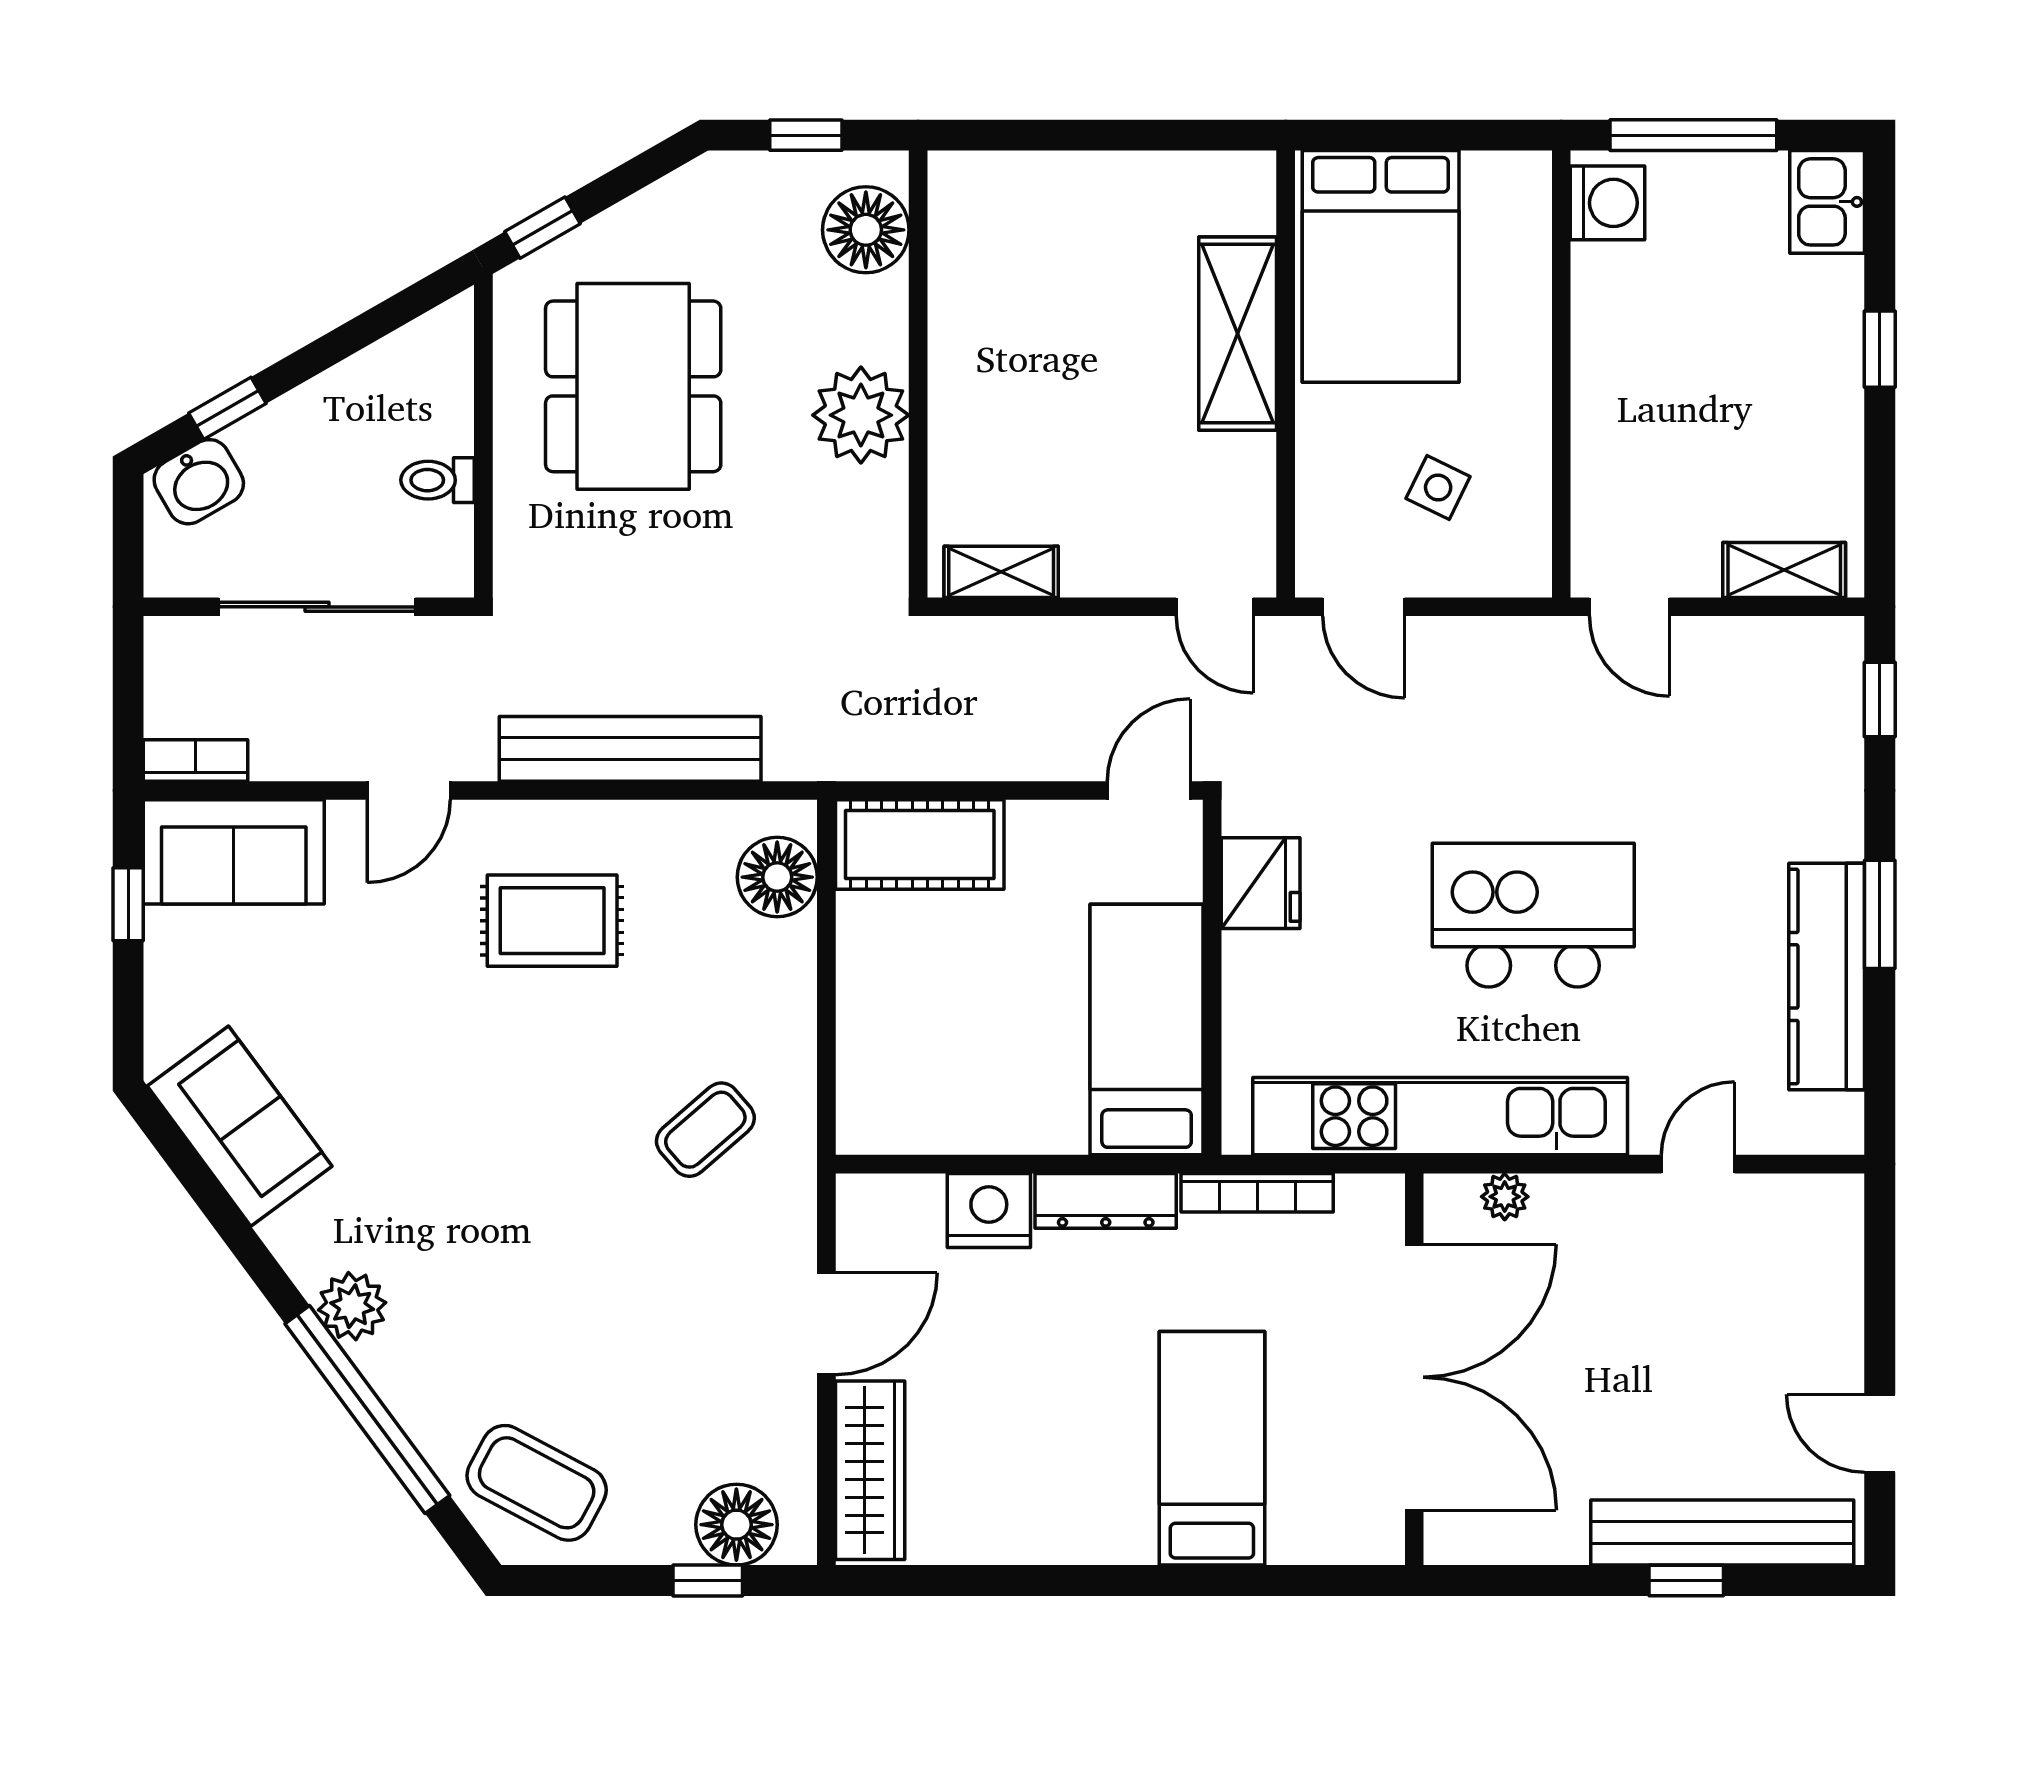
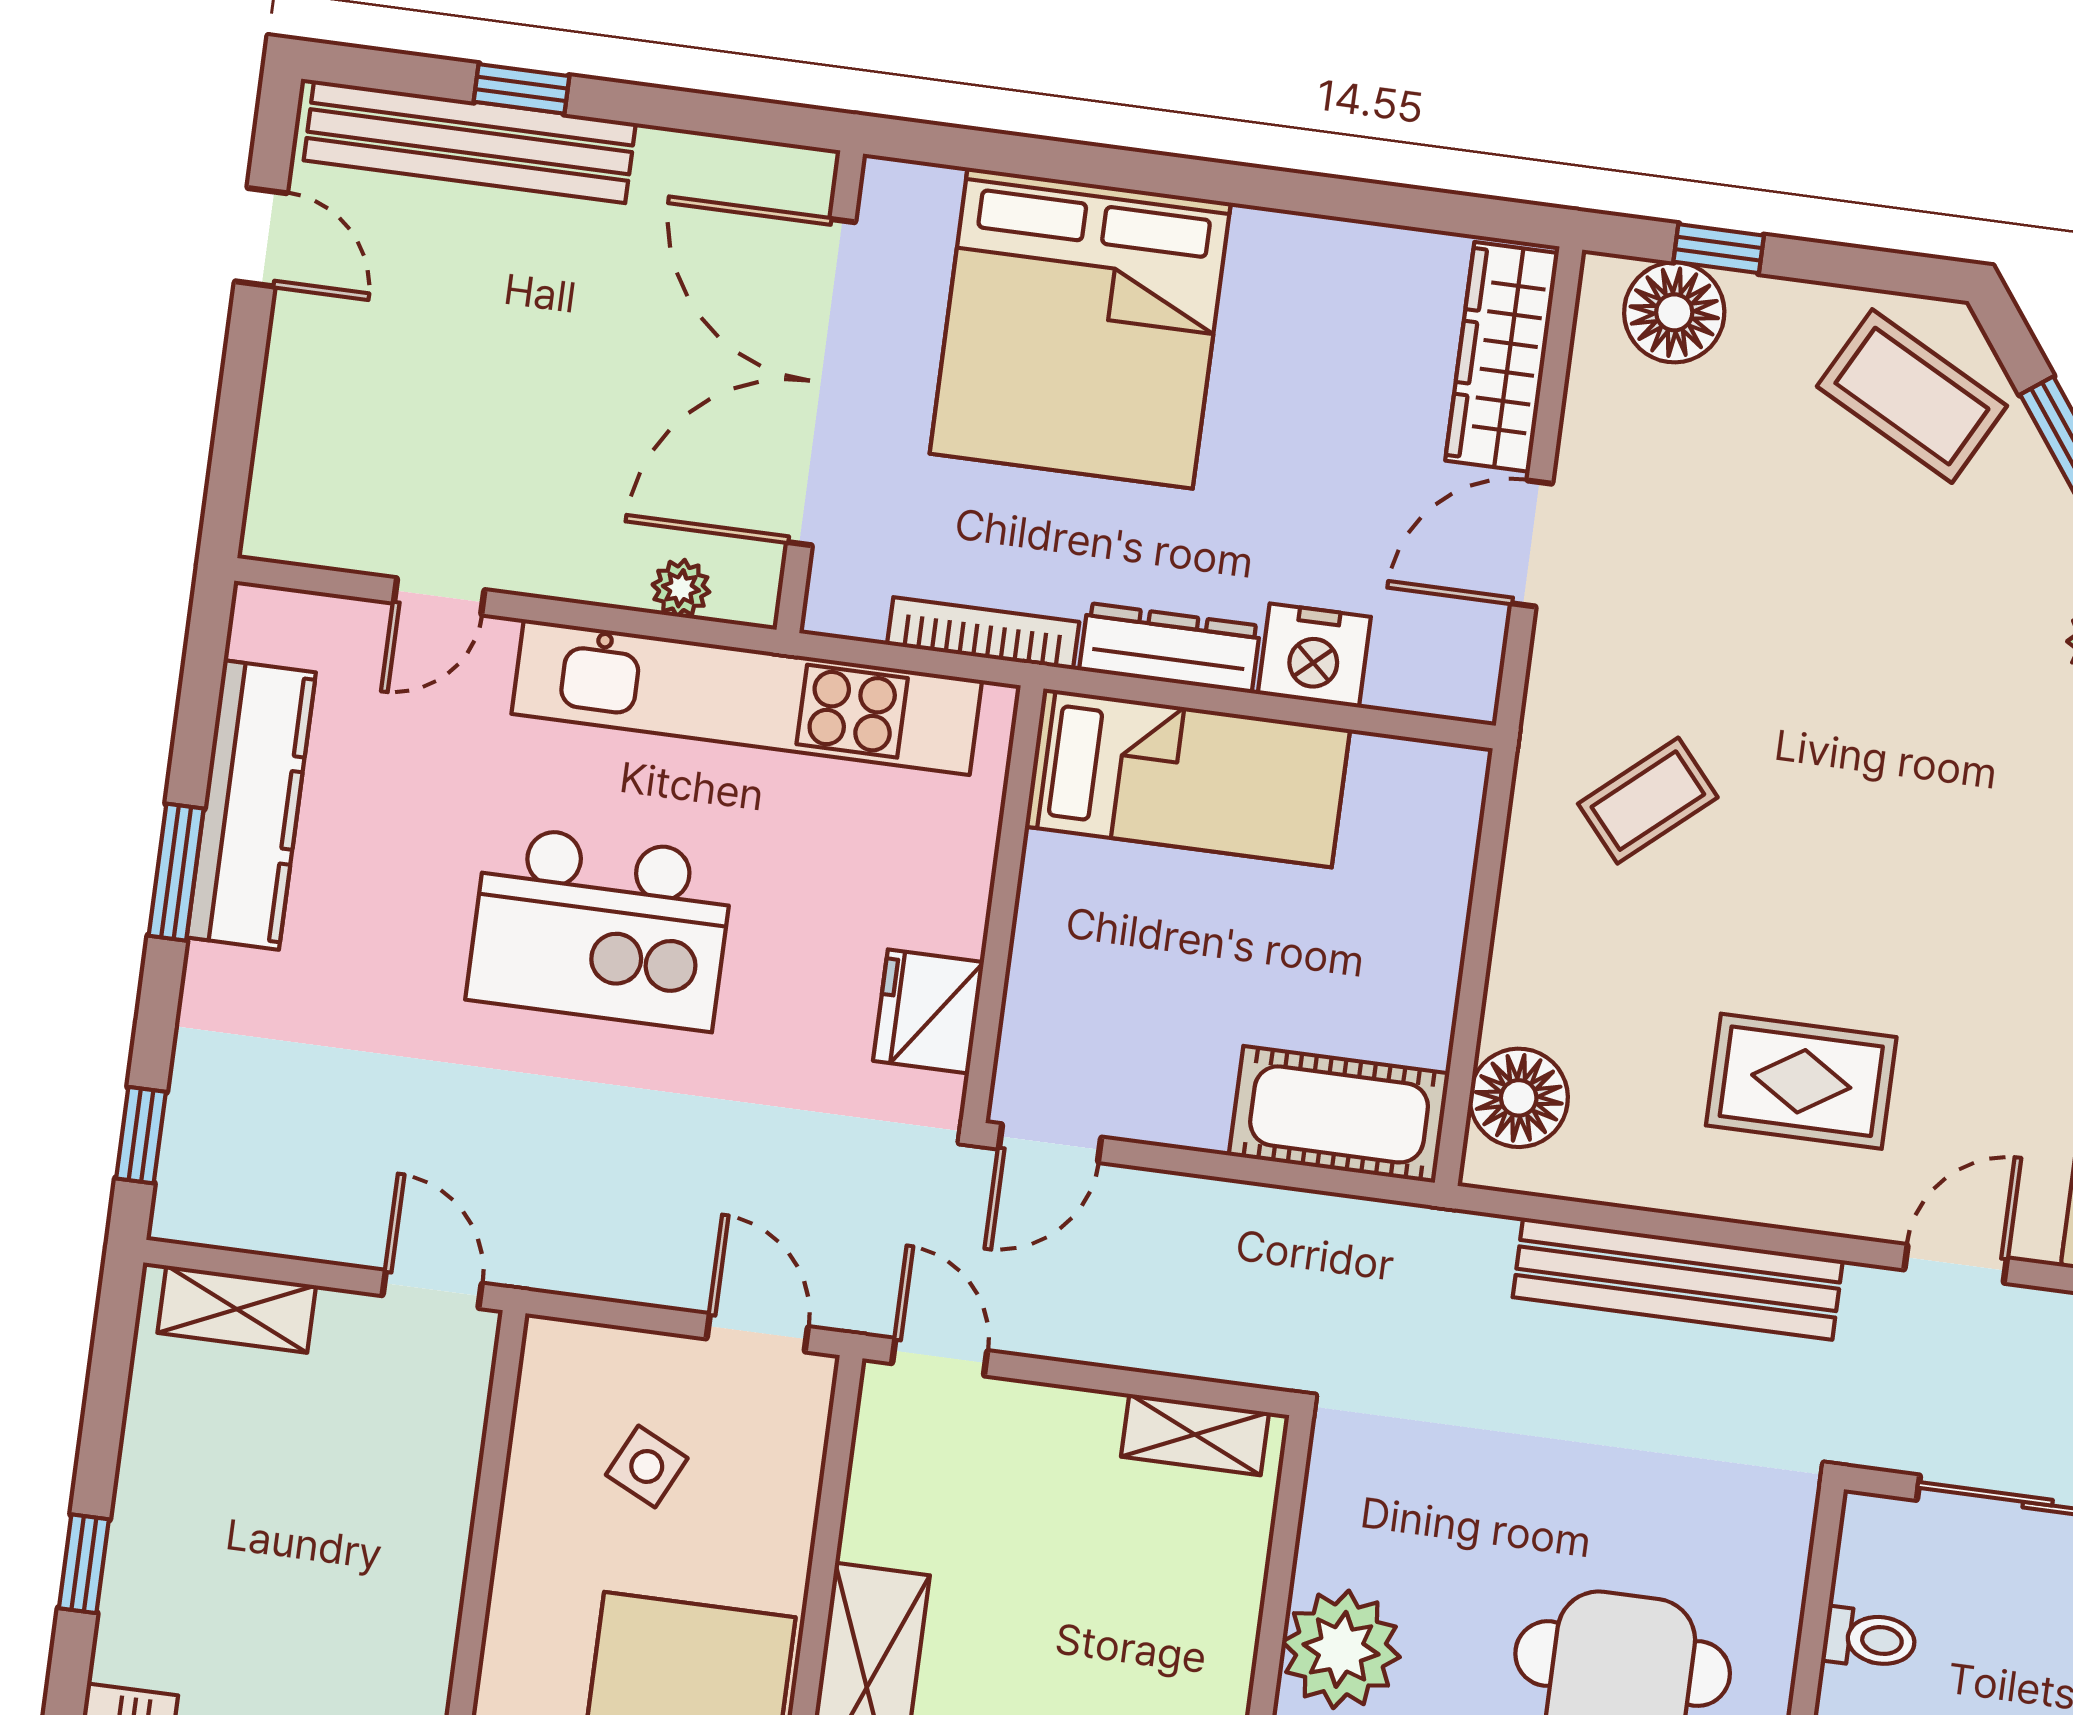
bed: (1147, 1029) -> (1187, 778), moved, turned -90
bed: (1212, 1448) -> (1080, 328), width x2.04

